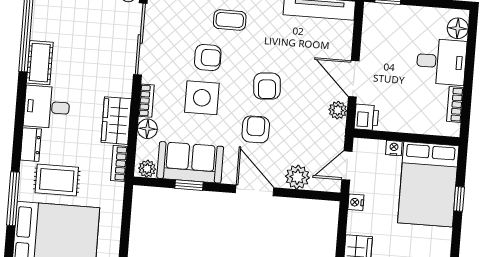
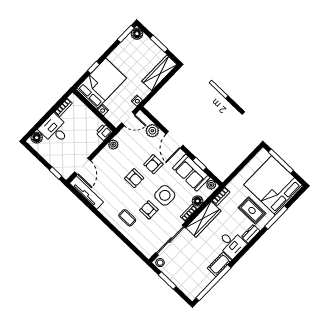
door: (354, 79) -> (83, 166), moved
armchair: (267, 86) -> (134, 178), turned 94
wardrobe: (116, 121) -> (203, 219), width x1.50

